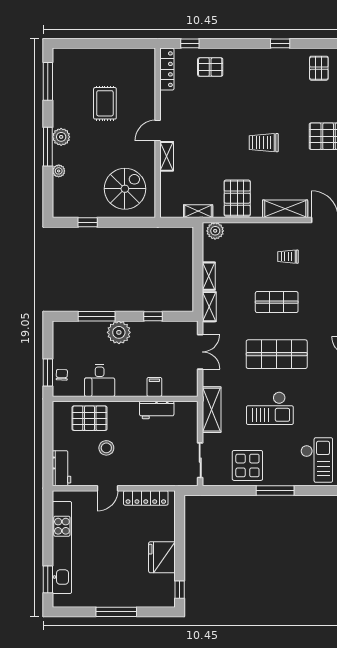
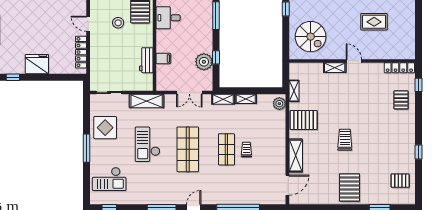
trolley: (288, 257) -> (246, 150), moved
plant: (119, 332) -> (204, 62), moved

